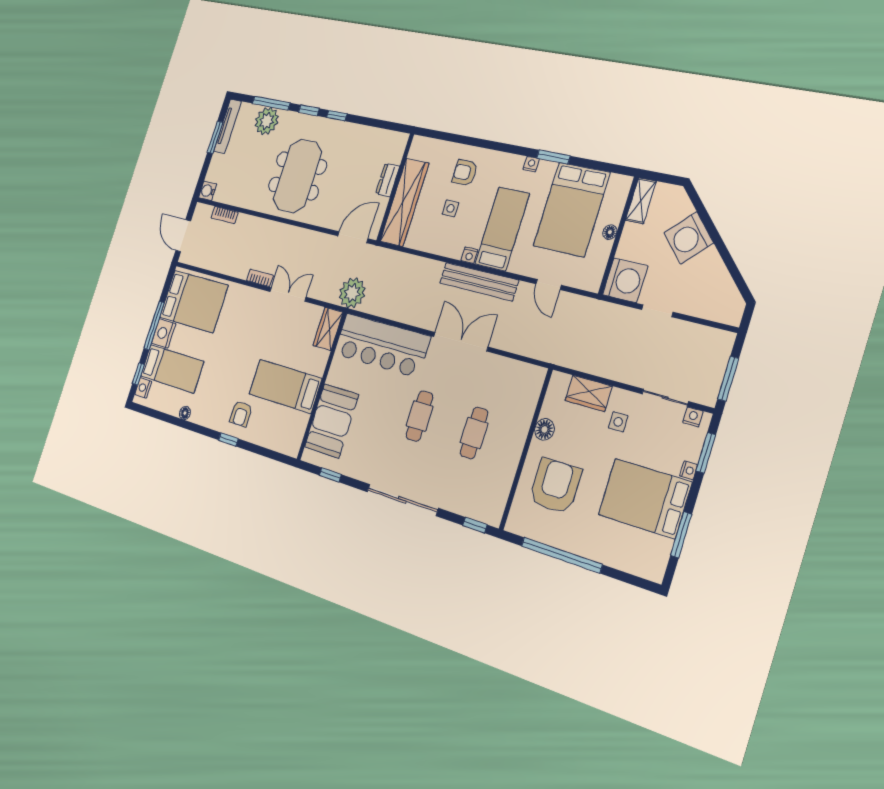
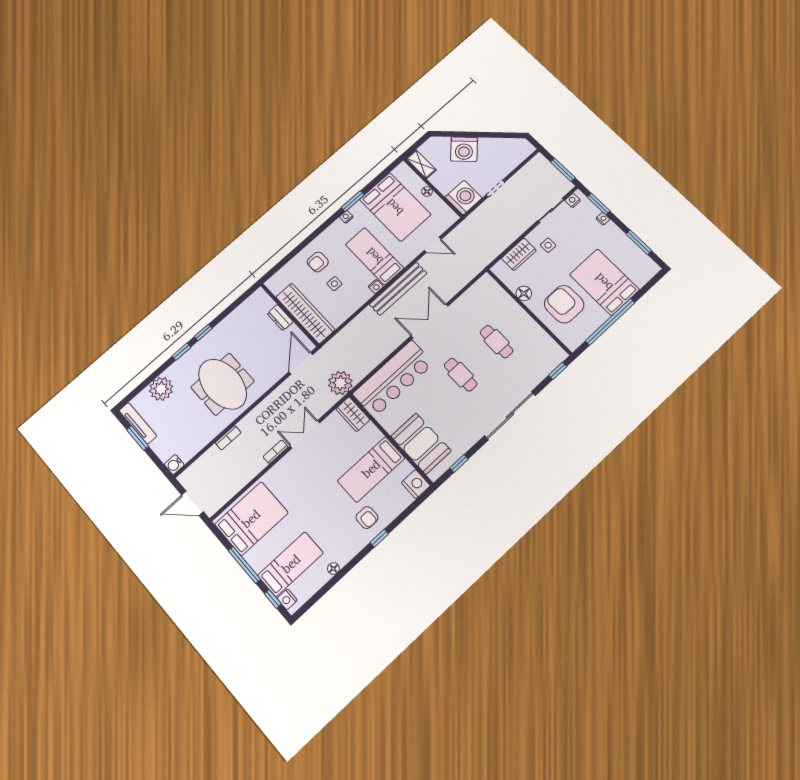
window: (271, 103) -> (151, 379), removed
bookcase: (225, 215) -> (228, 438), moved
nightstand: (164, 333) -> (416, 484), moved, turned 180
bed: (645, 498) -> (604, 282), moved, turned 90

